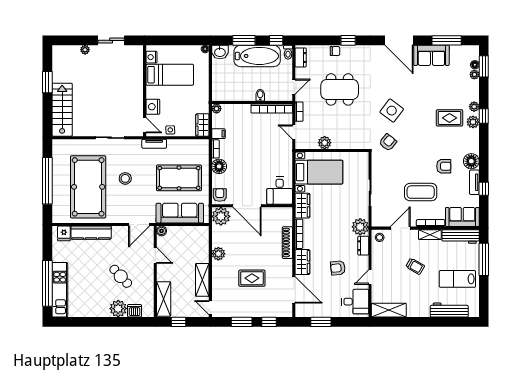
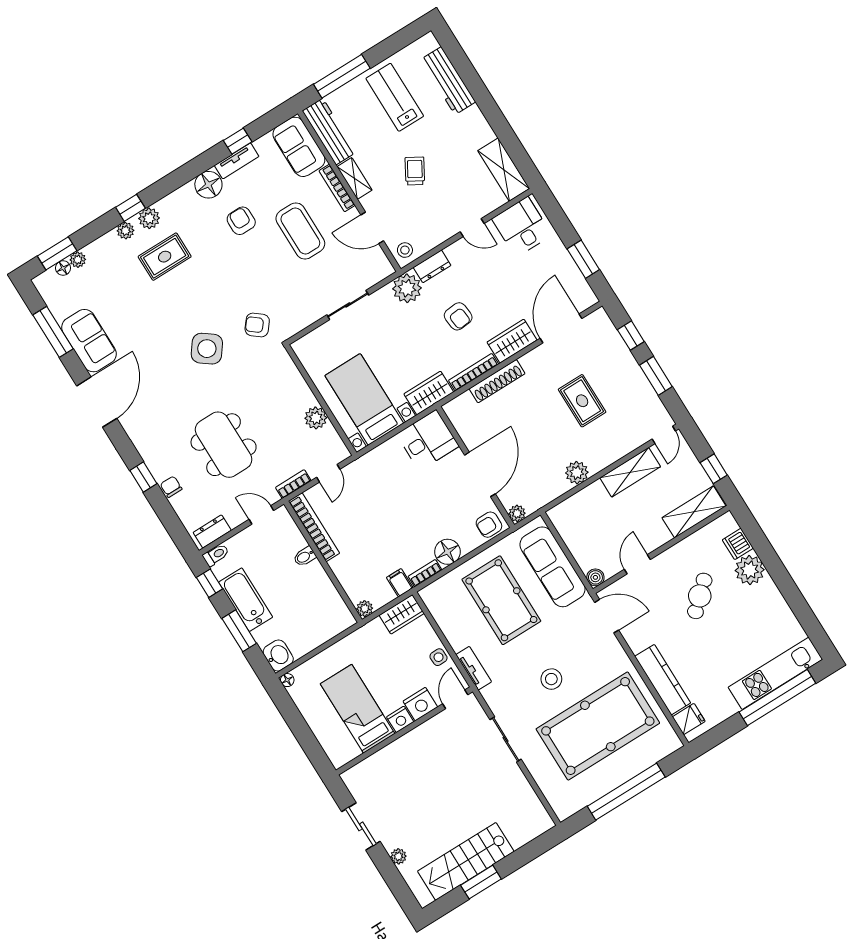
bathtub: (257, 56) -> (246, 600), width x0.73, depth x0.73
nightstand: (151, 57) -> (400, 719), moved
stairs: (62, 110) -> (466, 861), moved
rug: (449, 118) -> (165, 257), turned 90
plant: (221, 216) -> (517, 513), width x0.53, depth x0.53
armchair: (338, 268) -> (458, 316), moved
lab bench: (457, 279) -> (395, 97), turned 180

